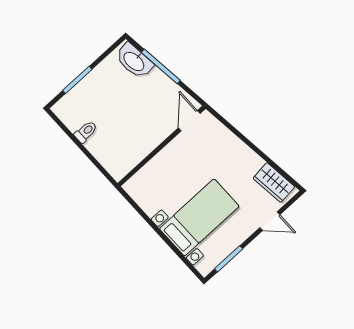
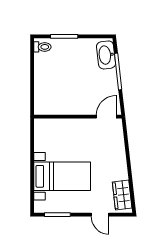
toilet: (86, 132) -> (42, 47), moved

